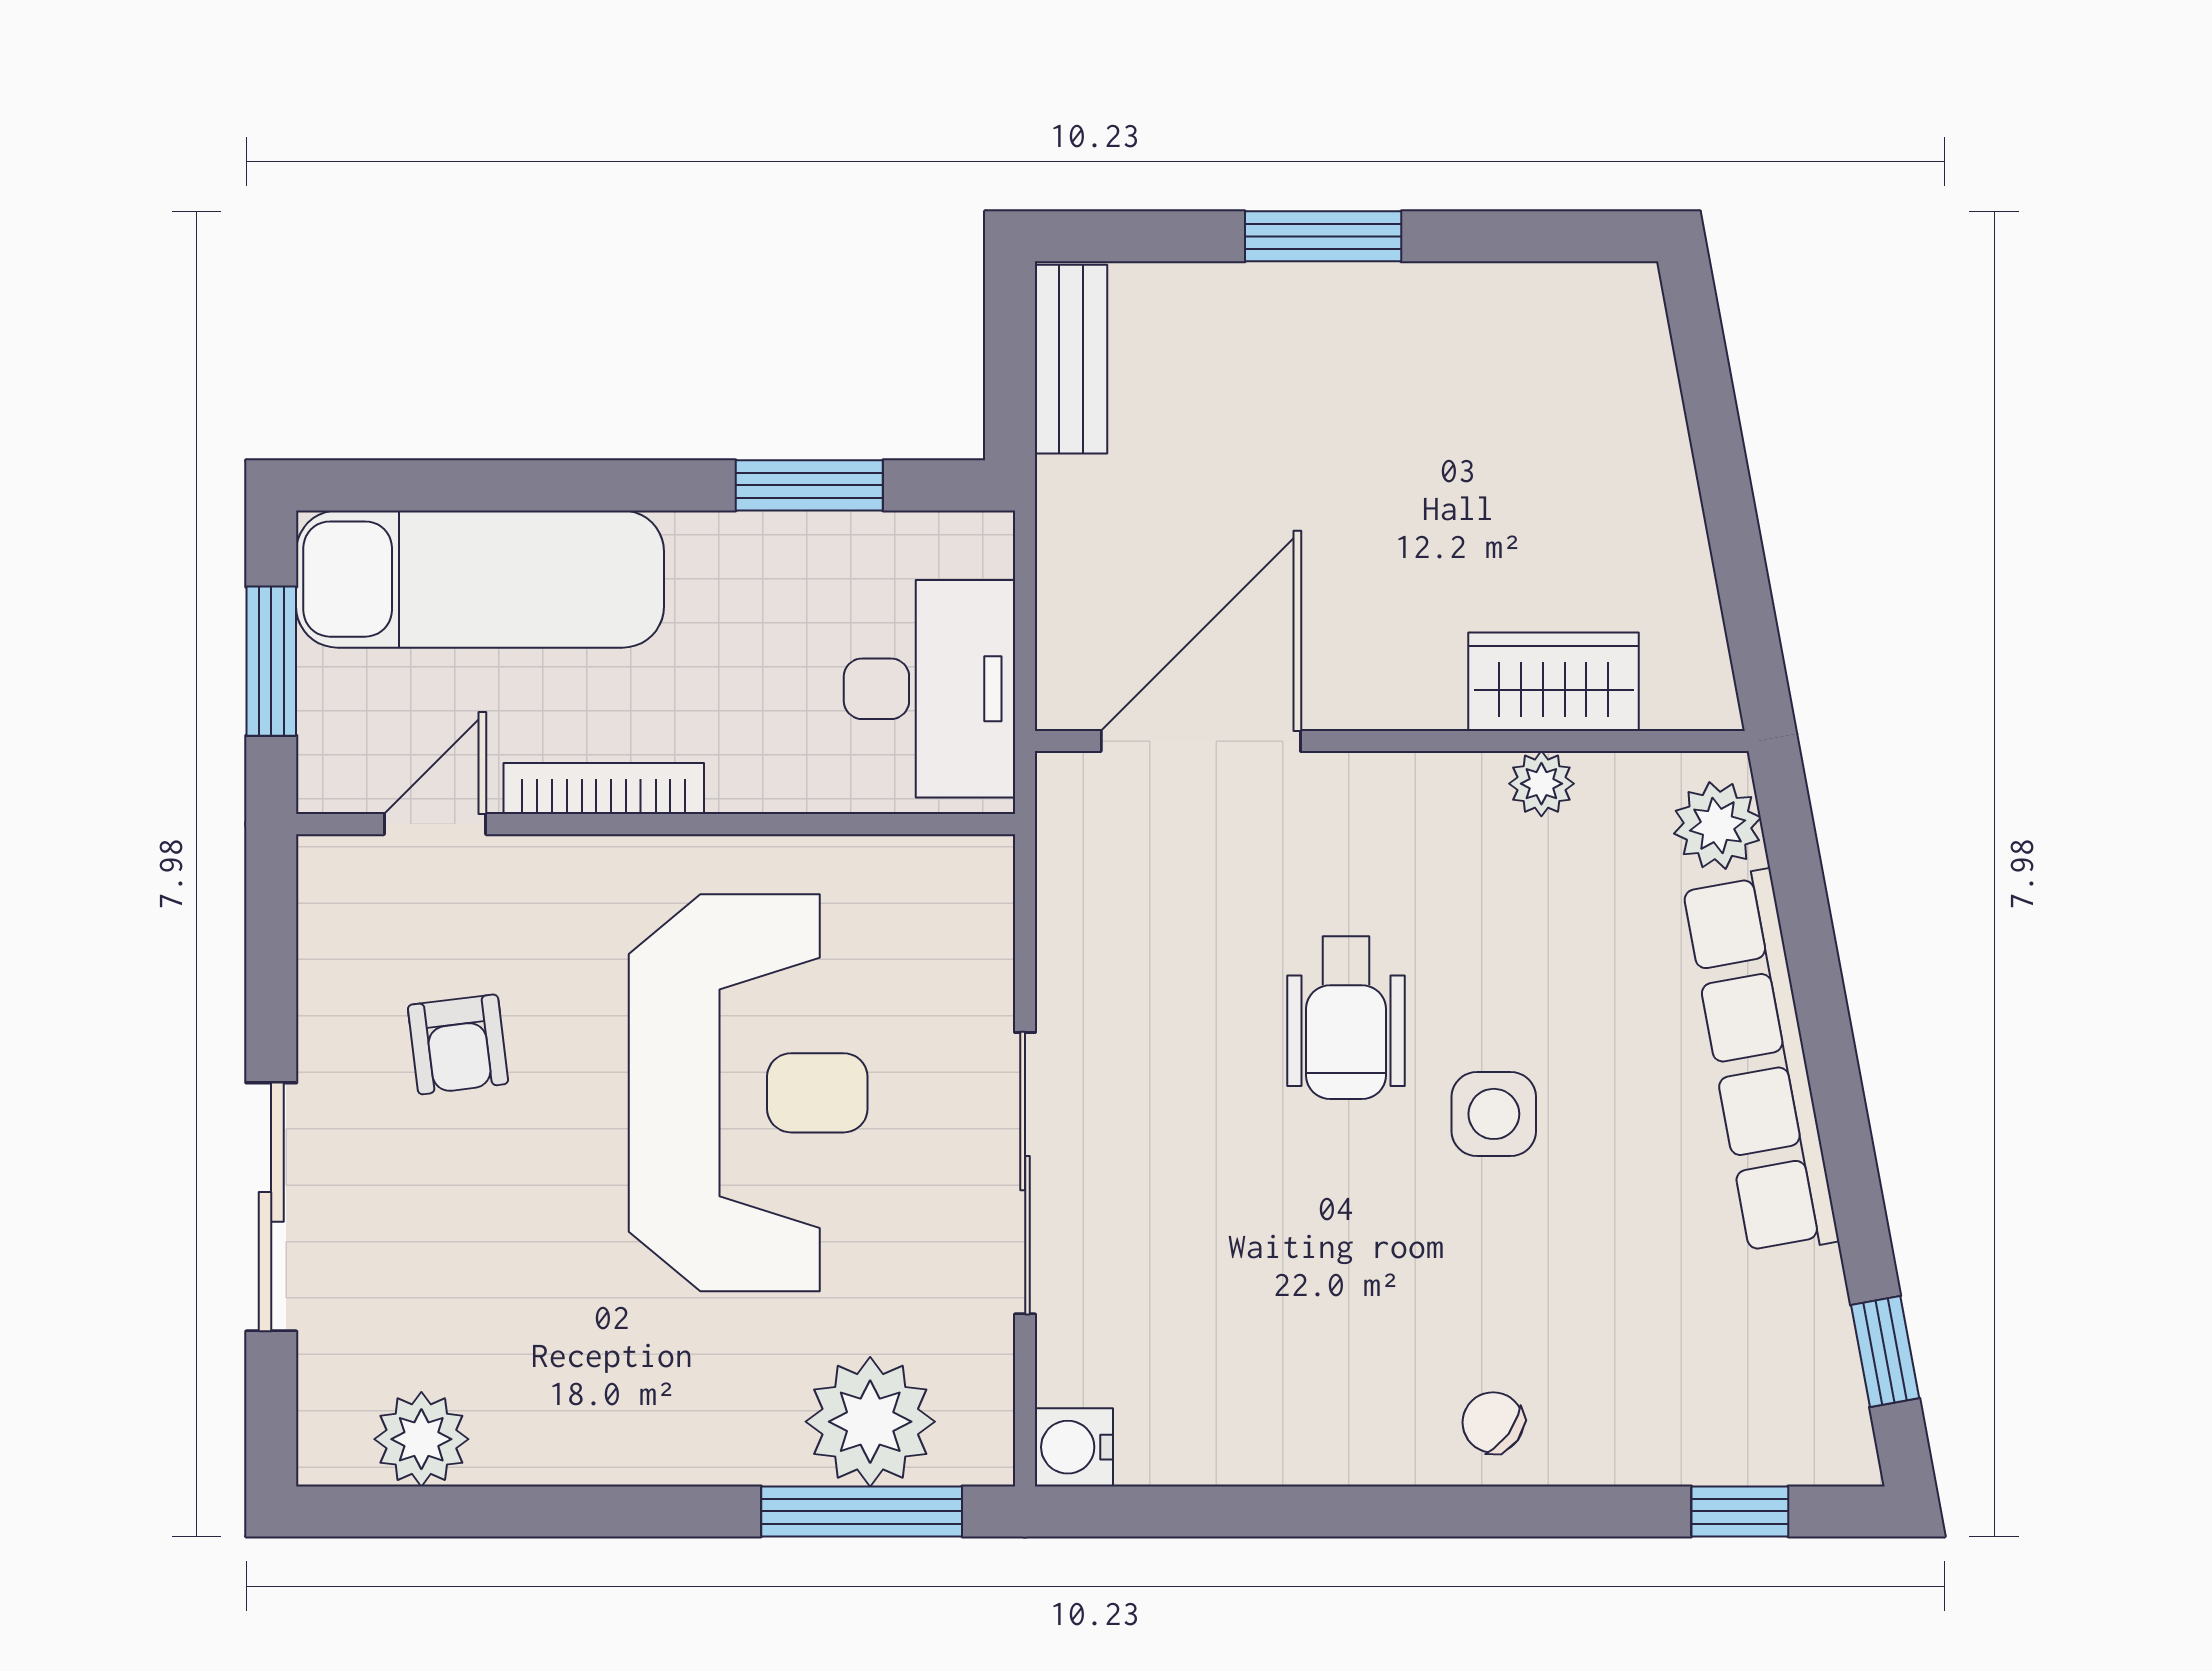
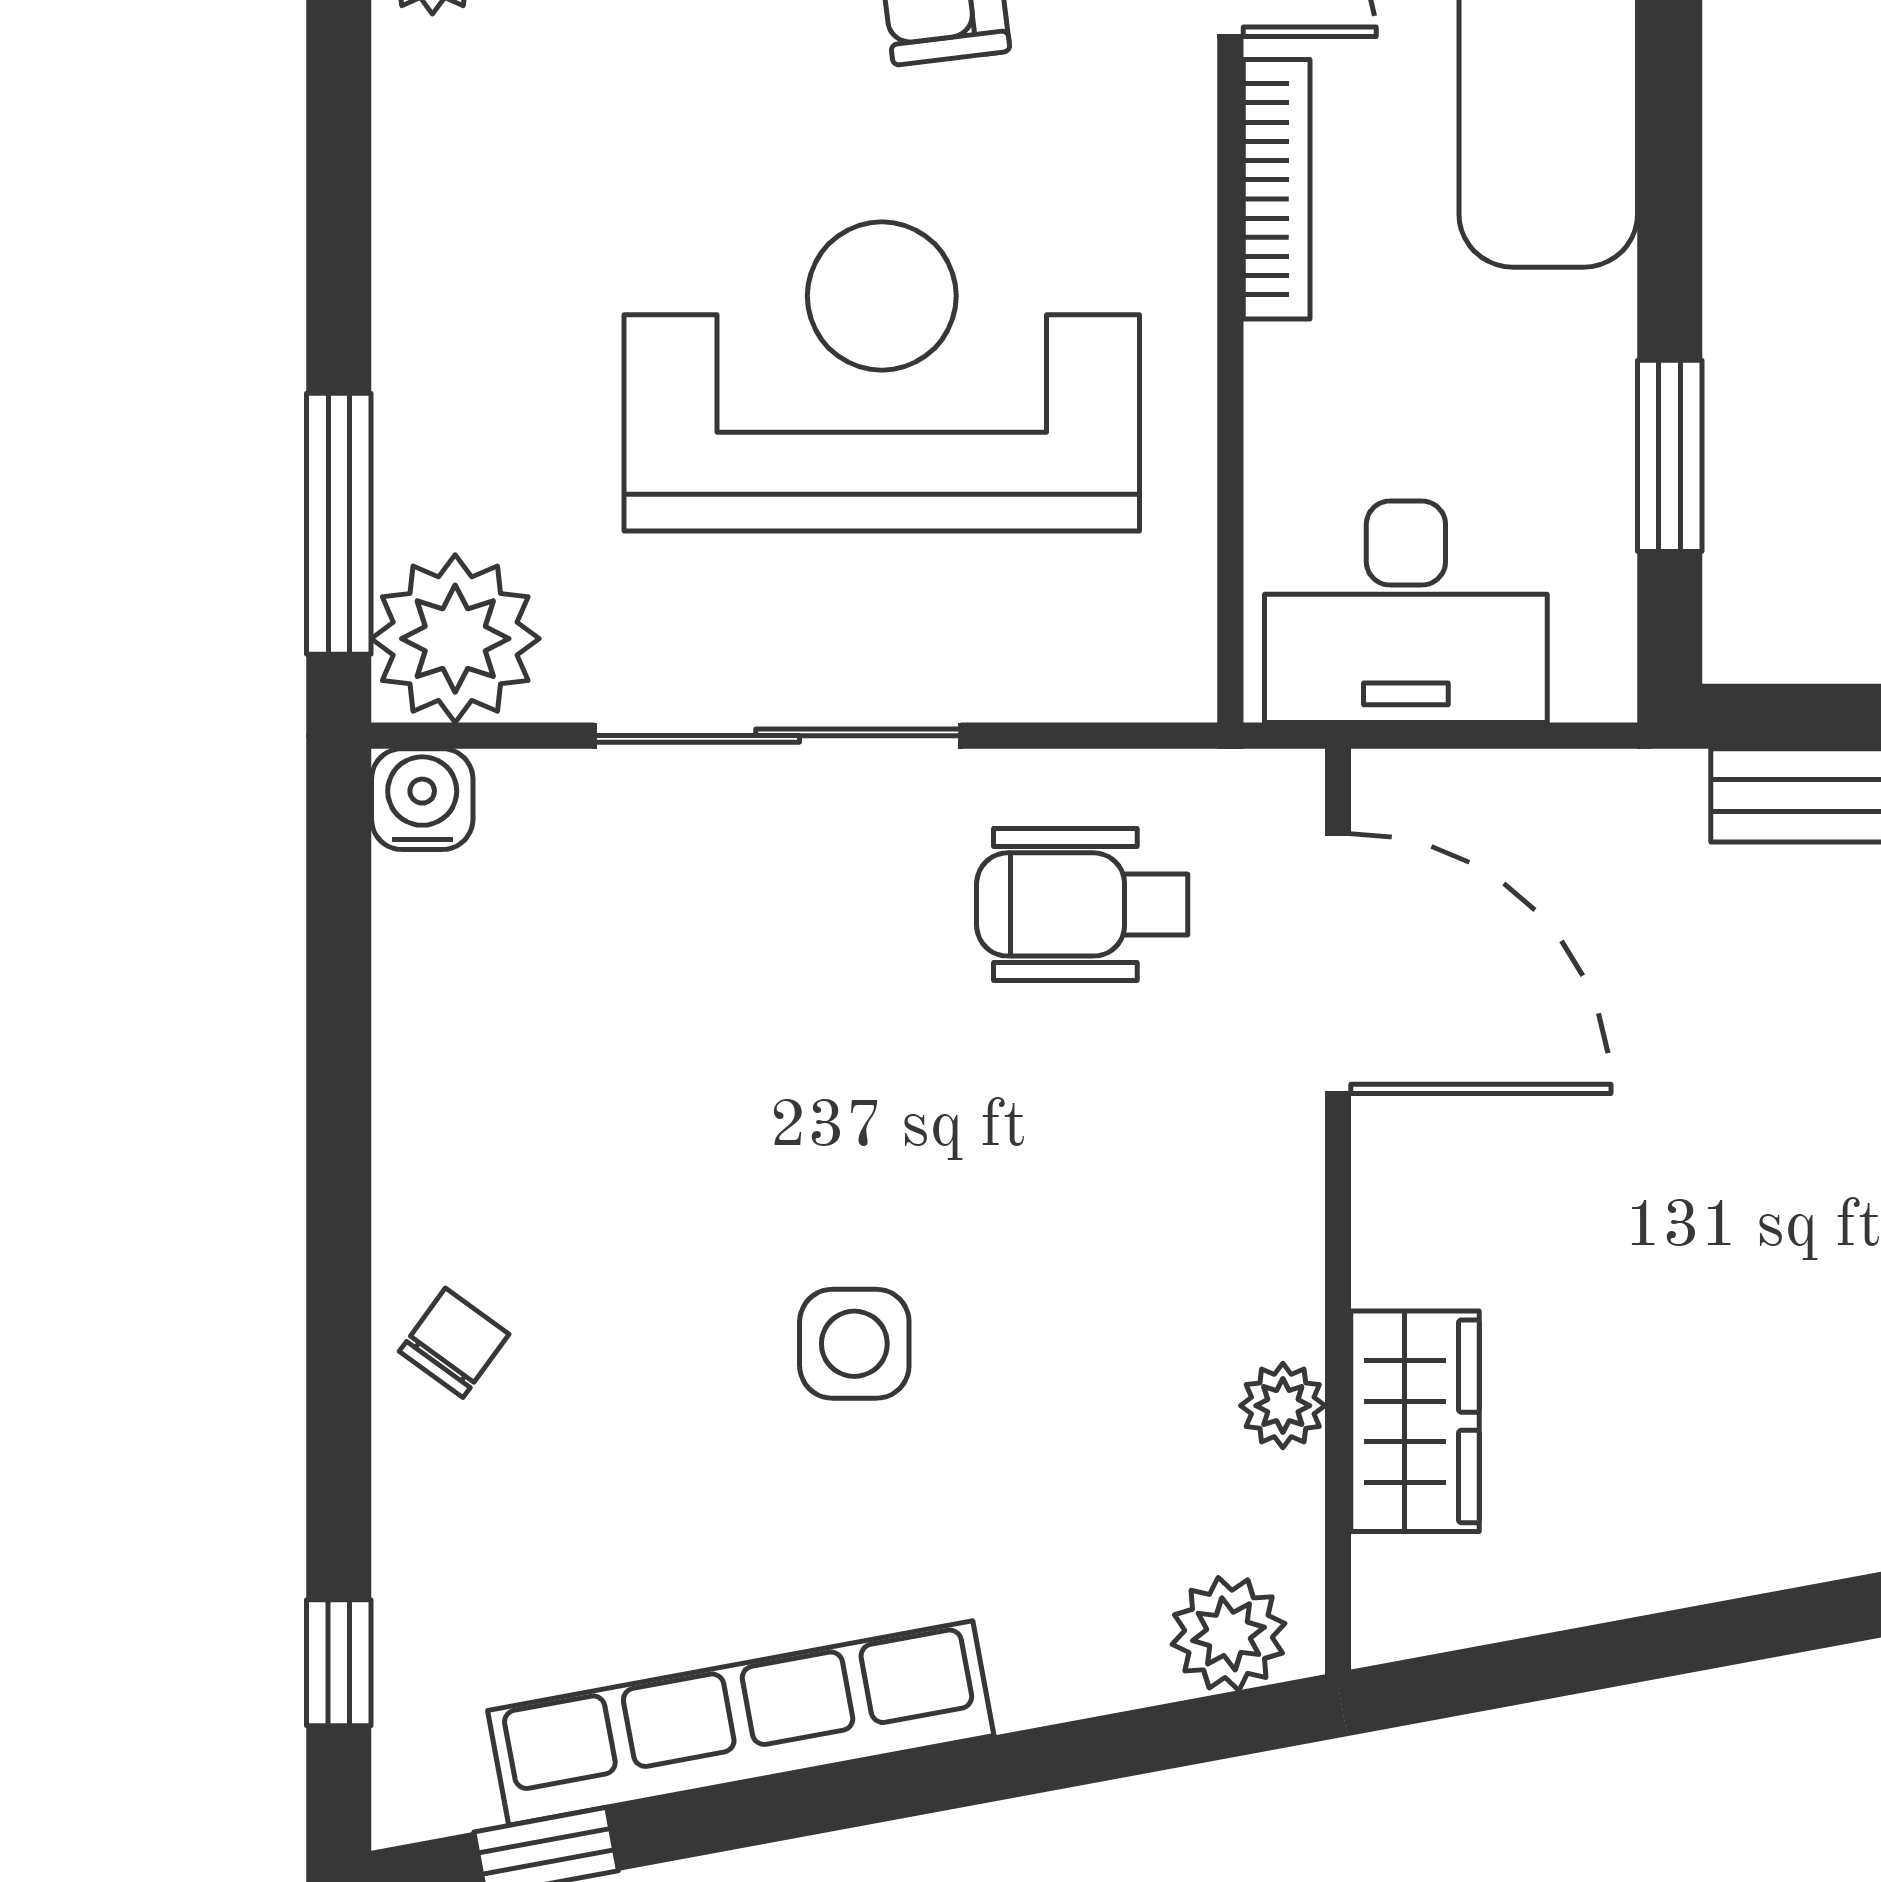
wheelchair: (1346, 1018) -> (1082, 904), moved
row of seats: (1761, 1063) -> (741, 1723), moved
reception desk: (748, 1093) -> (882, 376), turned 180
plant: (870, 1422) -> (455, 639), moved

